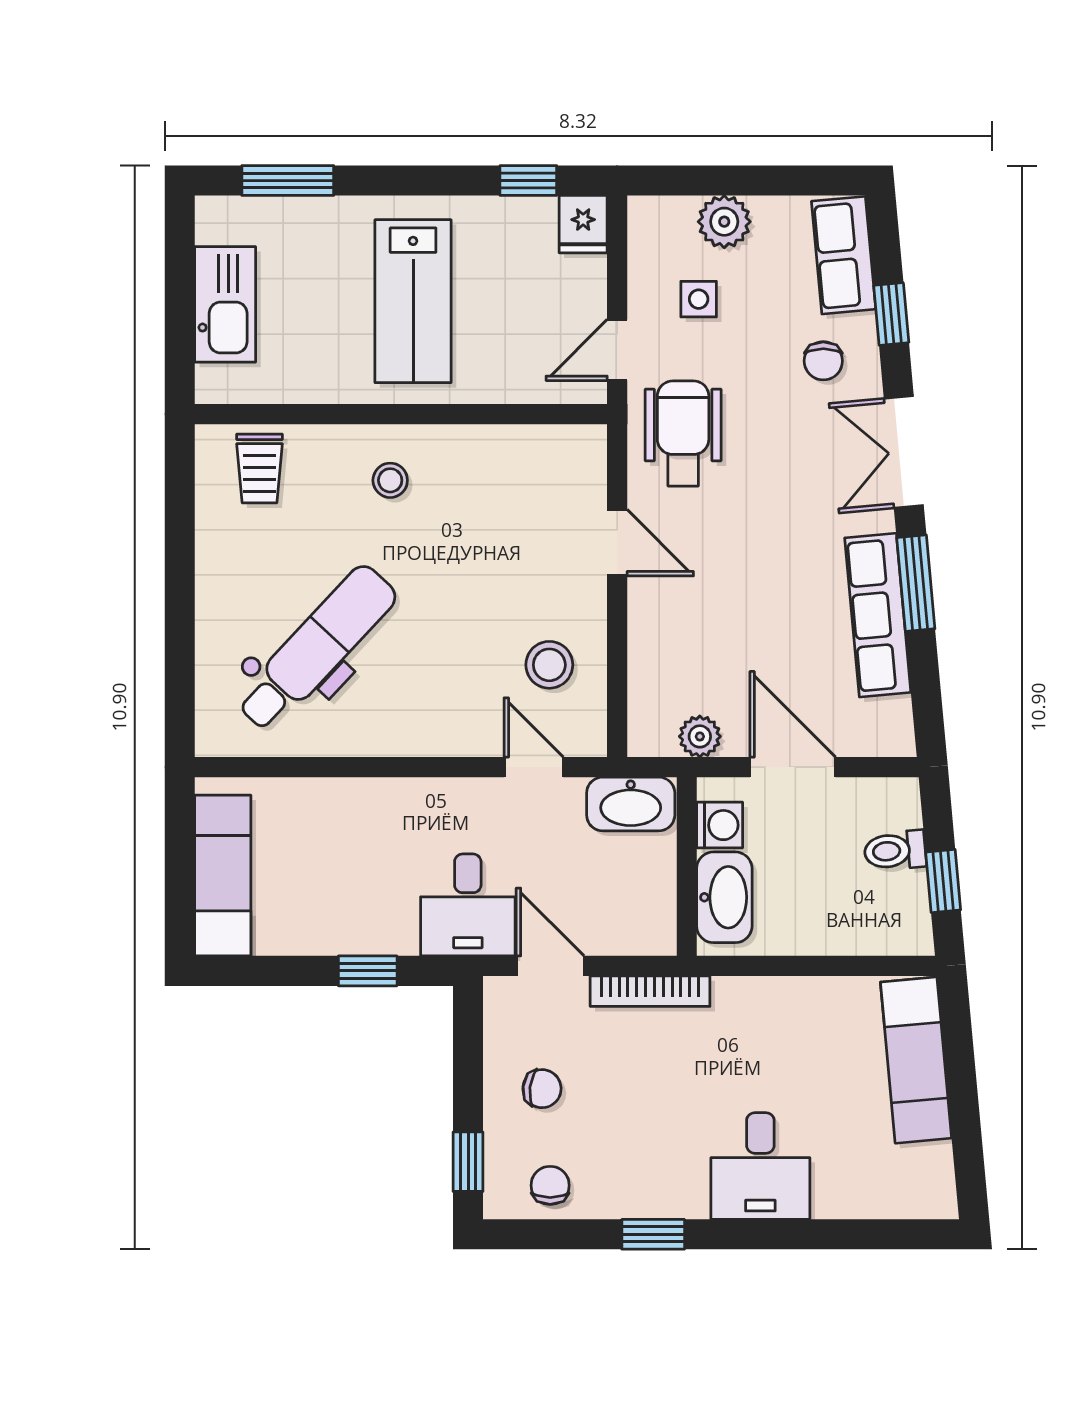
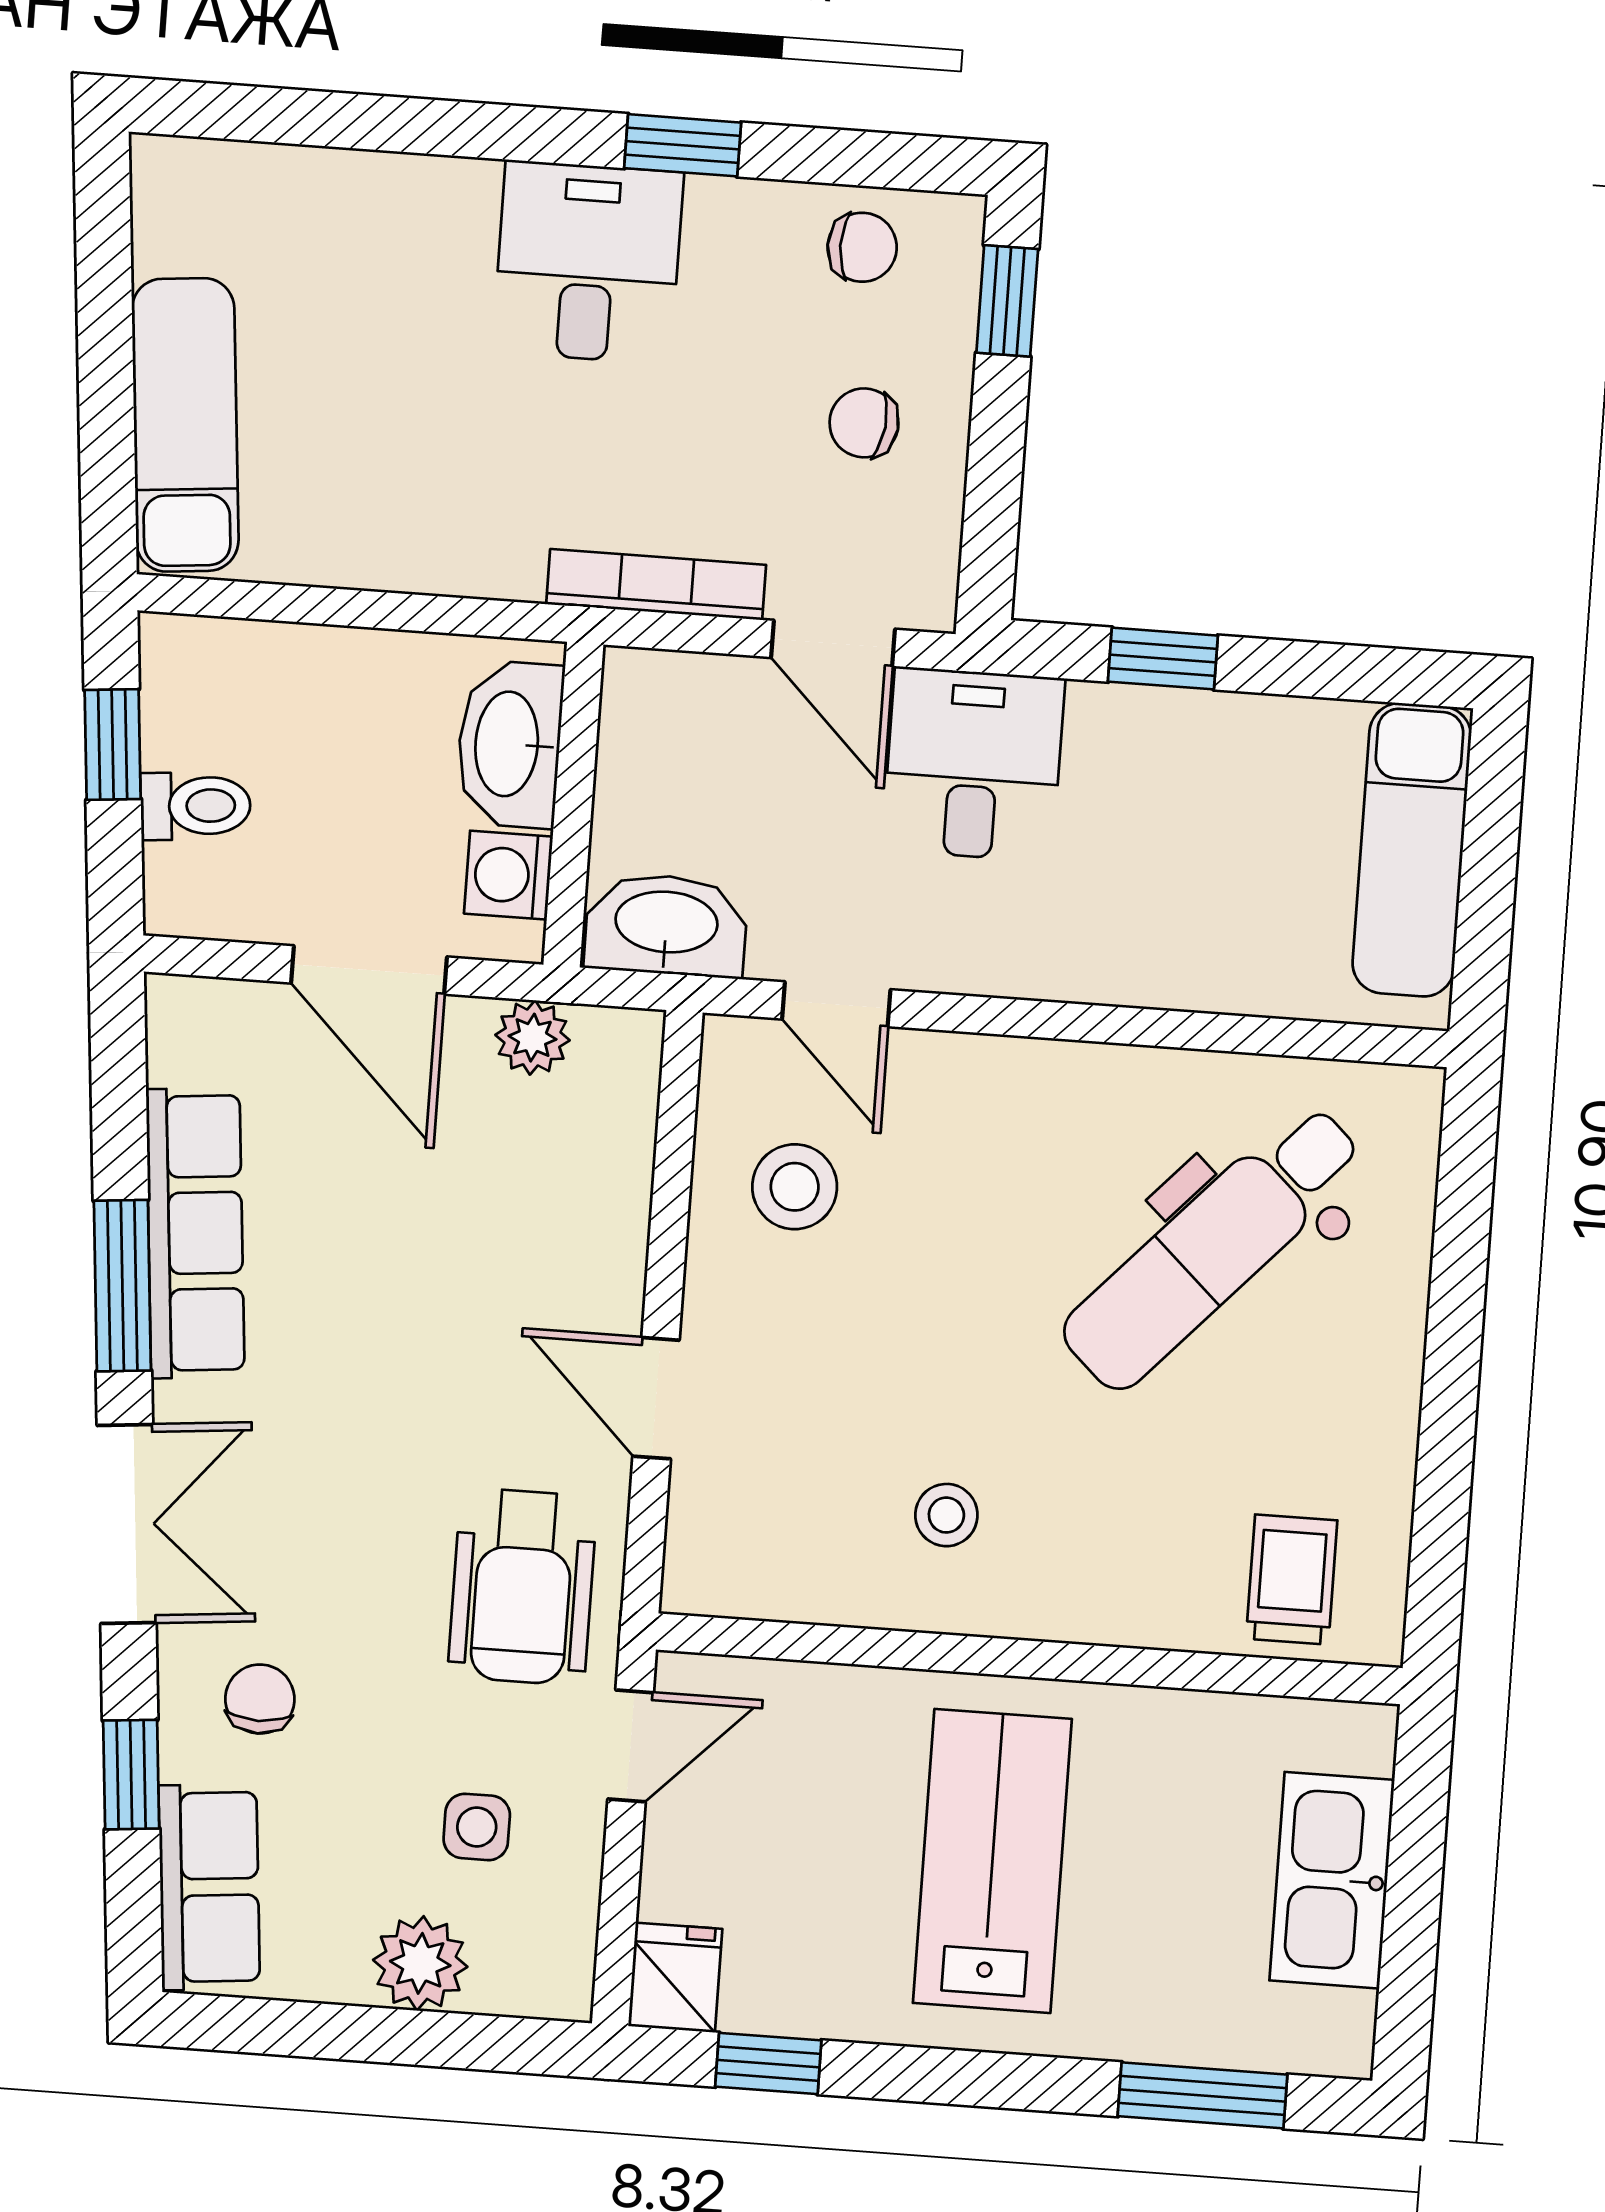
stool: (390, 480) -> (946, 1515), moved
desk: (760, 1166) -> (588, 262), moved
chair: (550, 1185) -> (862, 247), turned -90

